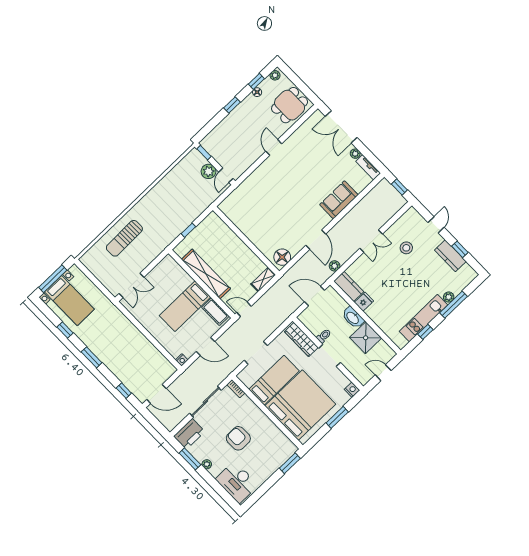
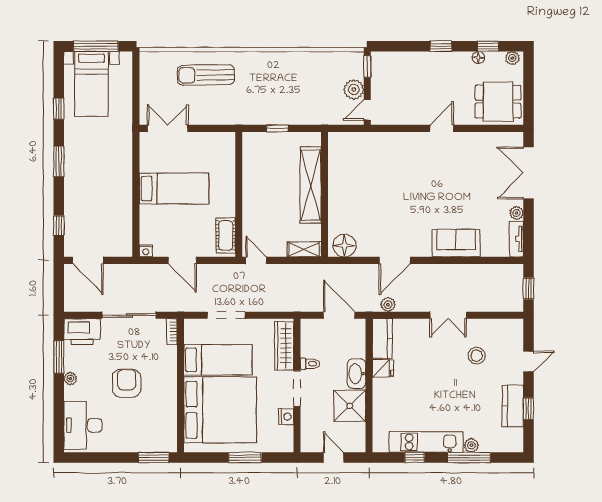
shelving: (206, 274) -> (311, 185), moved
double door: (131, 285) -> (168, 128), swing flipped
bed: (185, 306) -> (174, 189), moved, turned 180
nightstand: (352, 390) -> (286, 417), moved

